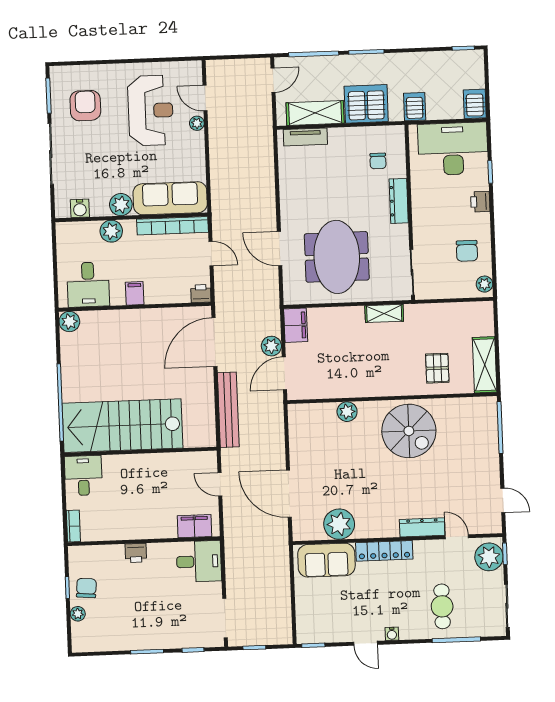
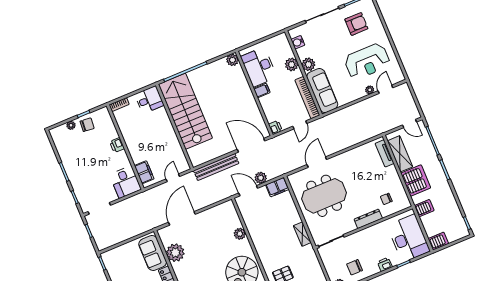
desk: (88, 285) -> (259, 67), width x1.37

